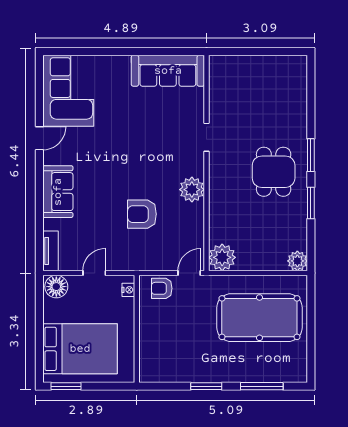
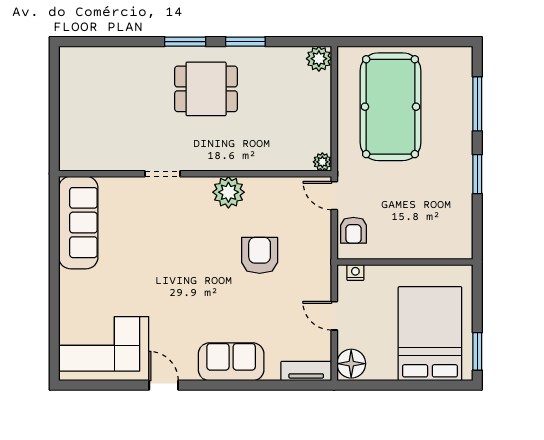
armchair: (142, 214) -> (260, 255), turned 180
plant: (222, 257) -> (322, 162), width x0.53, depth x0.53

